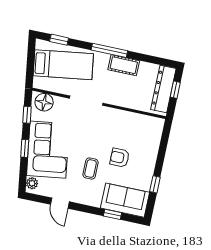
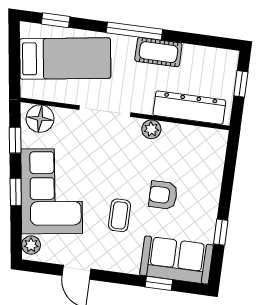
dresser: (163, 89) -> (189, 108), moved, turned 90
plant: (115, 115) -> (151, 129), added

